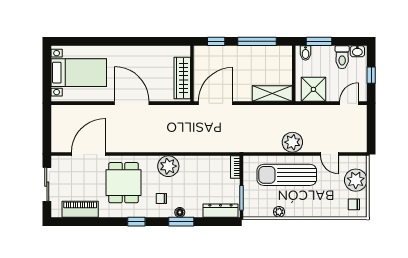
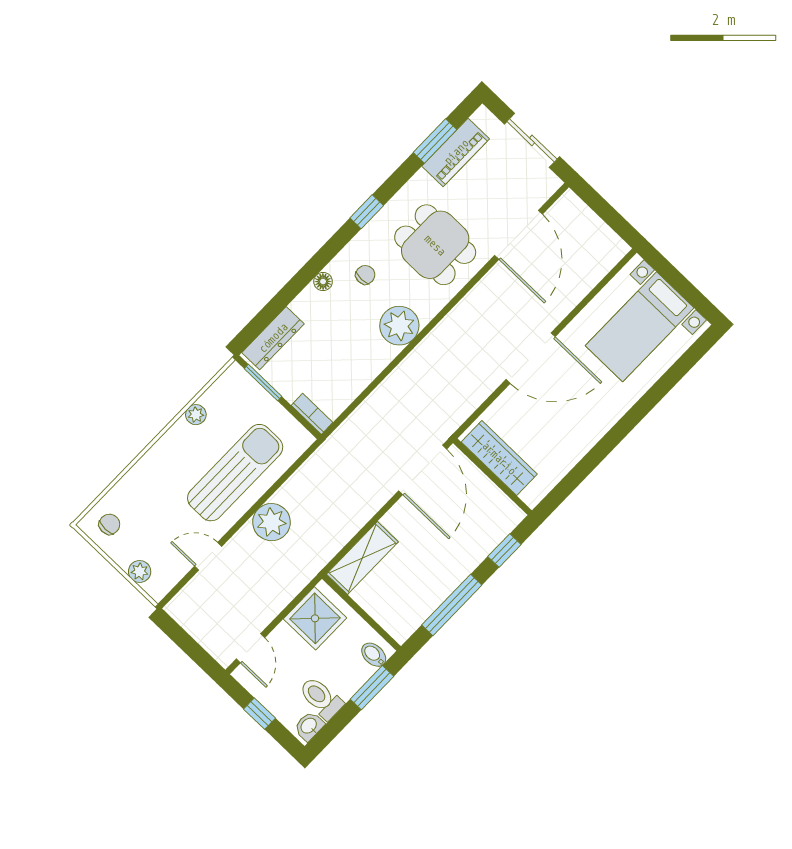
plant: (356, 180) -> (140, 572), width x0.53, depth x0.53
window: (181, 222) -> (435, 141), moved

